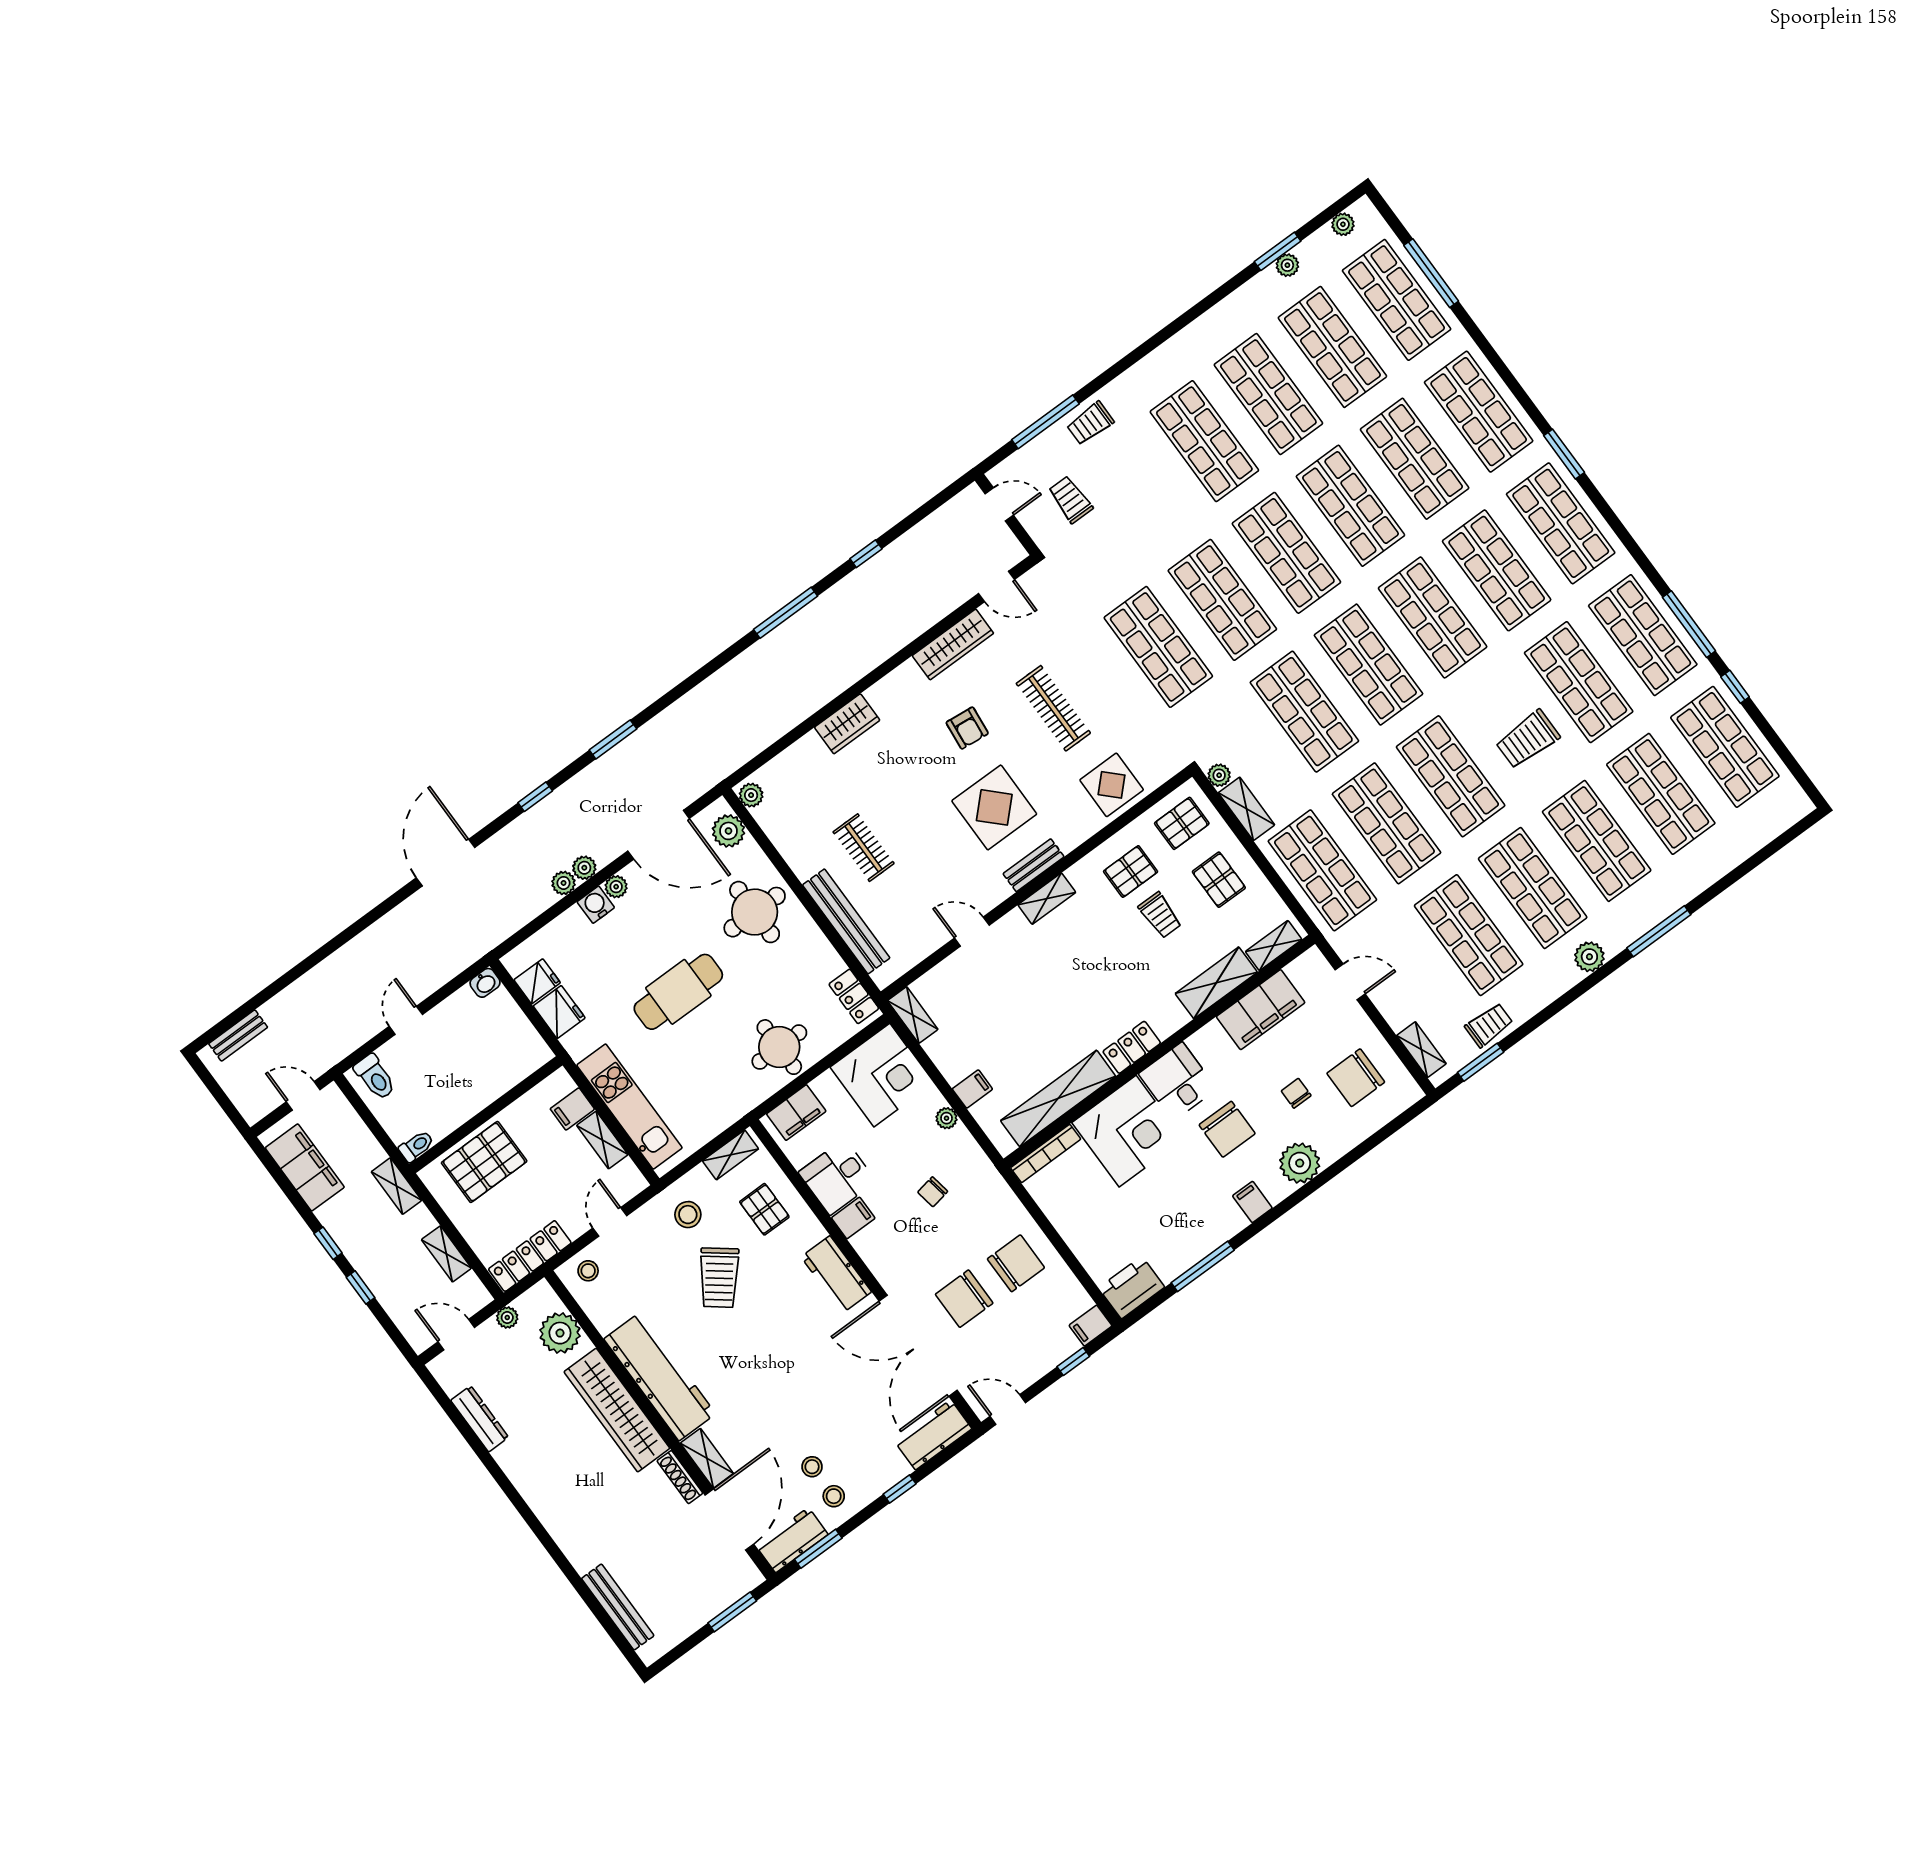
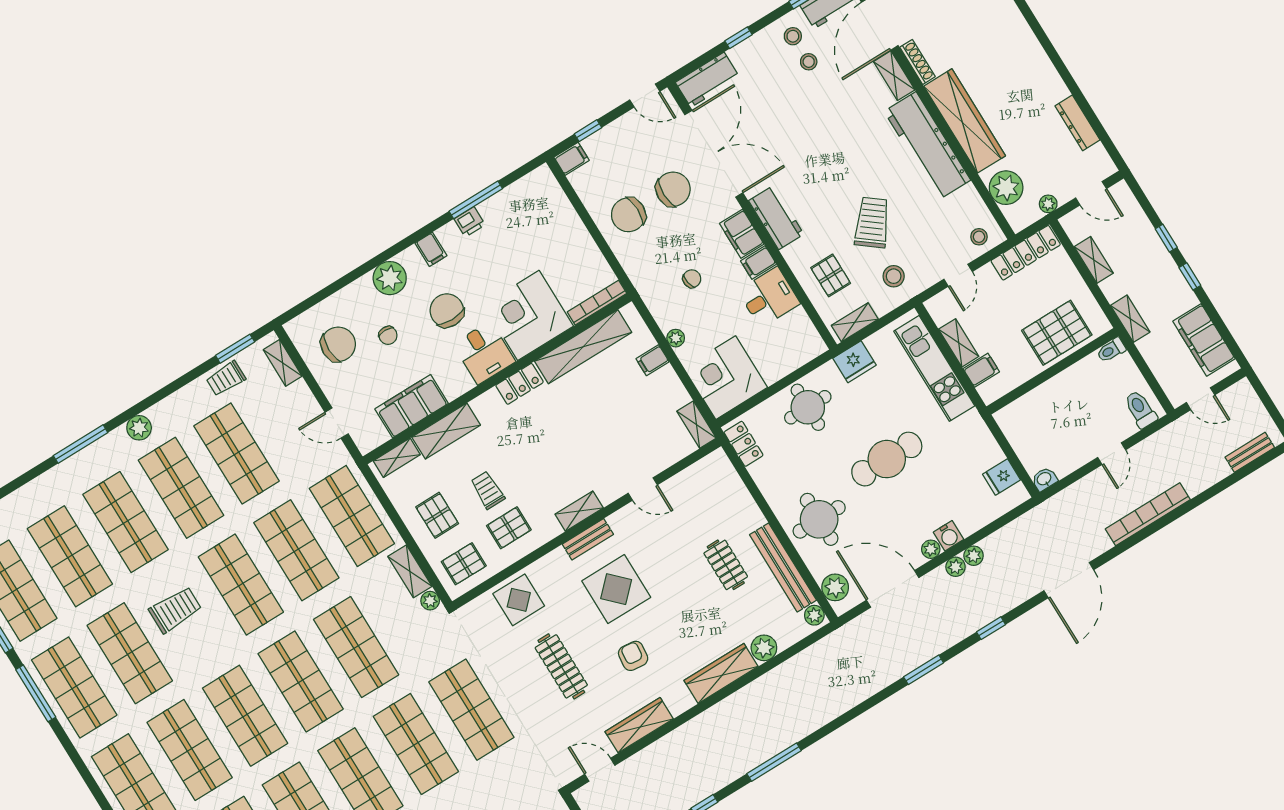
wardrobe: (847, 724) -> (721, 673), width x1.50
plant: (809, 751) -> (764, 648), added
bench: (846, 921) -> (783, 567), moved
bookcase: (356, 950) -> (1148, 514), added
fridge: (559, 1012) -> (854, 362), moved, turned -90
filing cabinet: (796, 1113) -> (742, 234), moved, turned -90
printer: (1132, 1287) -> (470, 222), moved, width x0.53, depth x0.68

